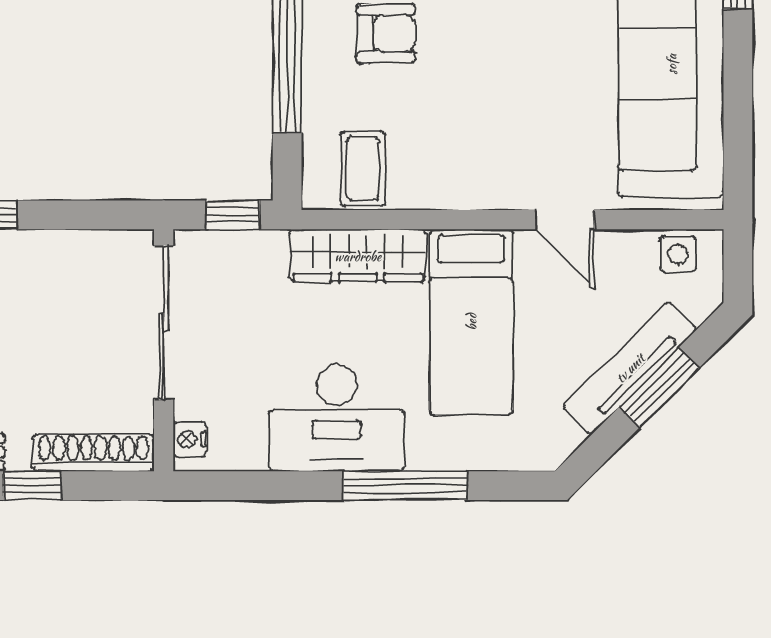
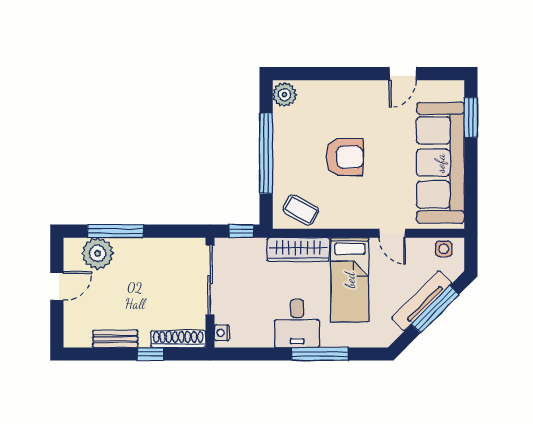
armchair: (386, 33) -> (345, 157), moved, width x1.38, depth x1.38
coffee table: (363, 168) -> (301, 210), turned -61
window: (659, 387) -> (435, 309), width x1.44
desk: (337, 418) -> (297, 323), width x0.73

